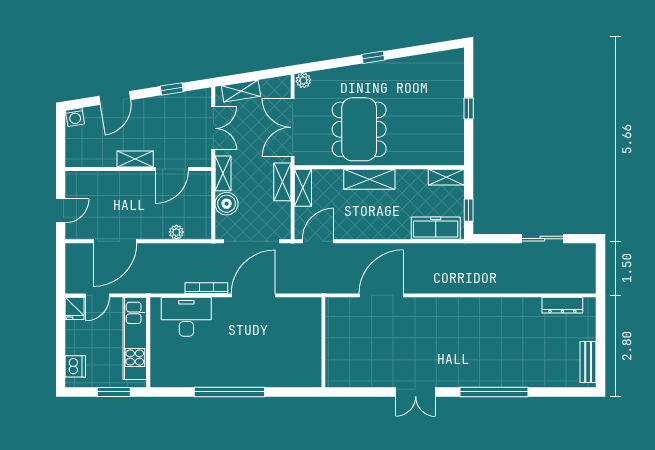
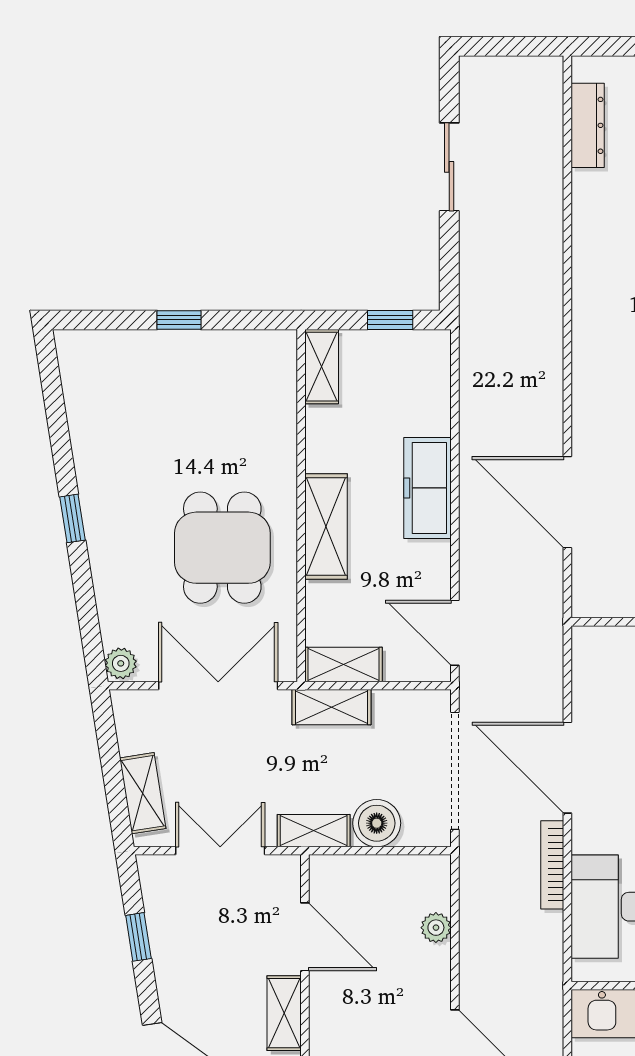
double door: (293, 127) -> (218, 686), swing flipped
dining table: (359, 129) -> (222, 548), width x0.73
freezer: (436, 228) -> (428, 488), moved

